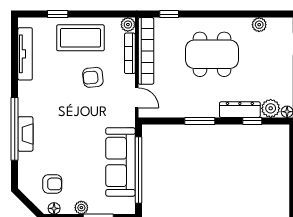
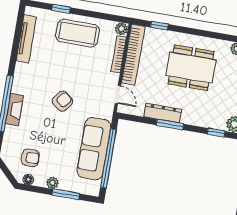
armchair: (93, 77) -> (62, 101), moved, turned 135
dresser: (240, 110) -> (163, 113), moved

